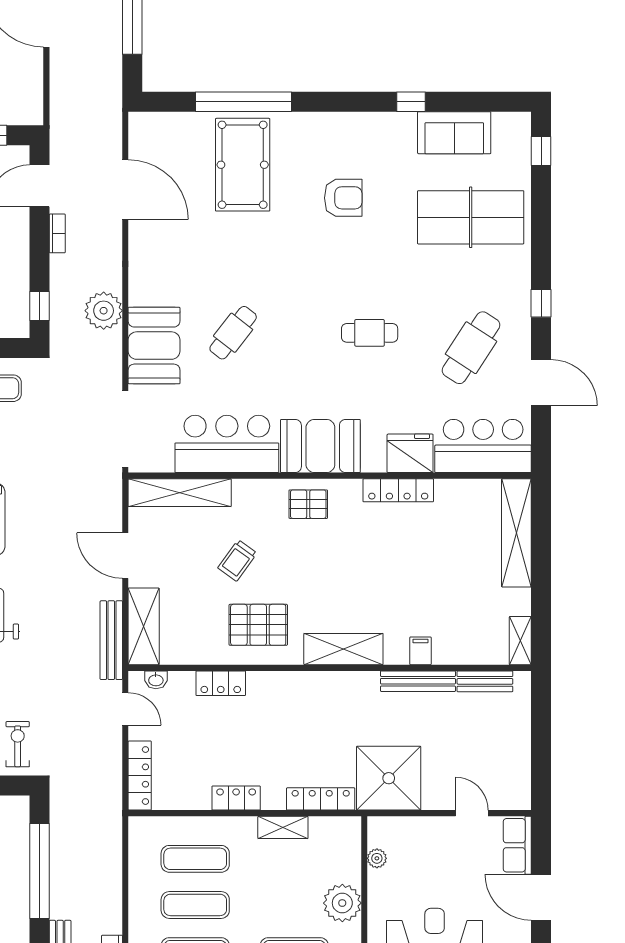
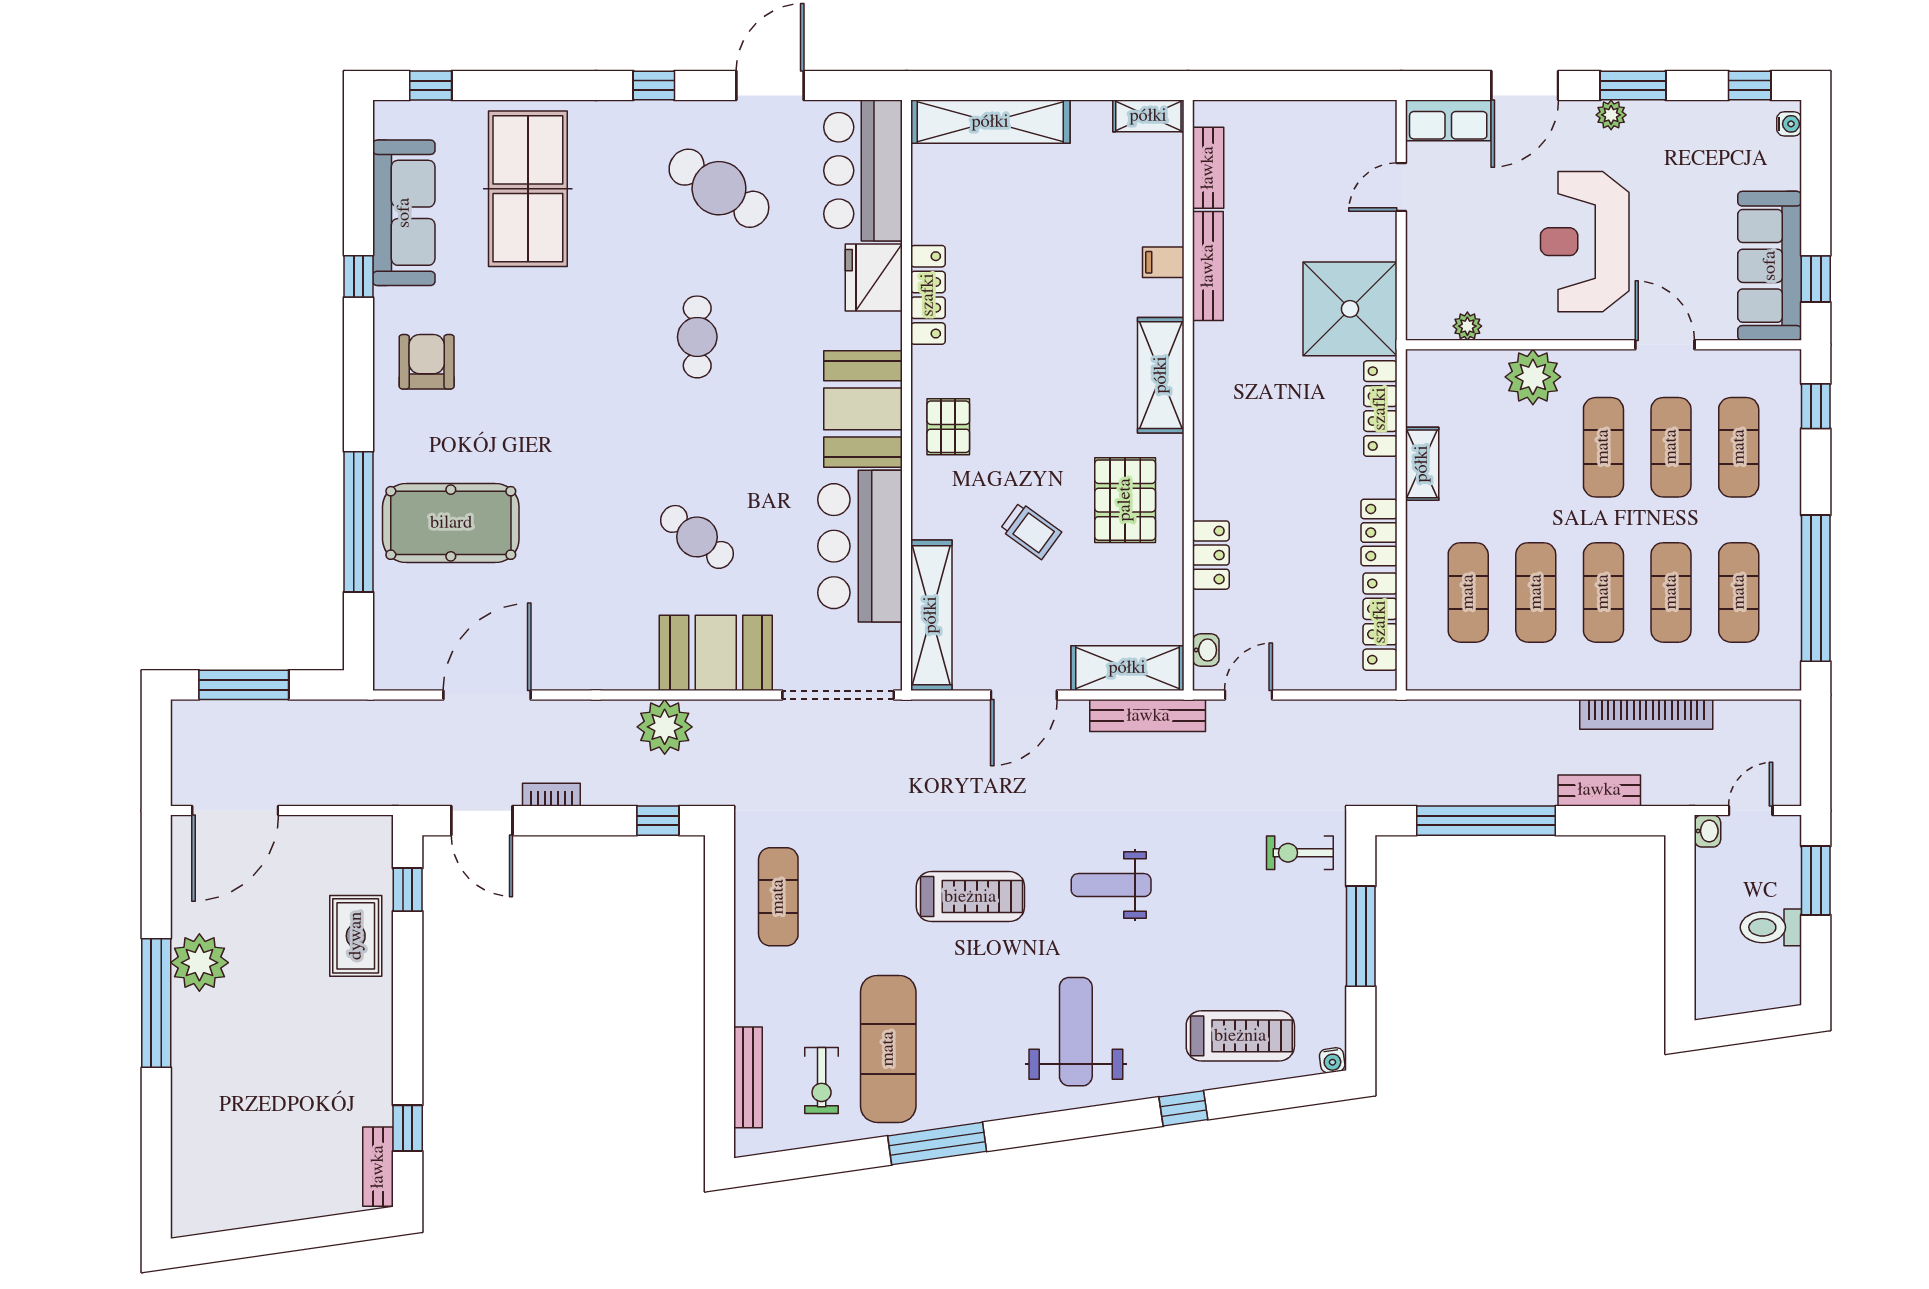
sofa: (454, 133) -> (404, 213), width x1.36
armchair: (343, 198) -> (427, 362), moved
locker: (140, 776) -> (1380, 622), moved, turned -90

